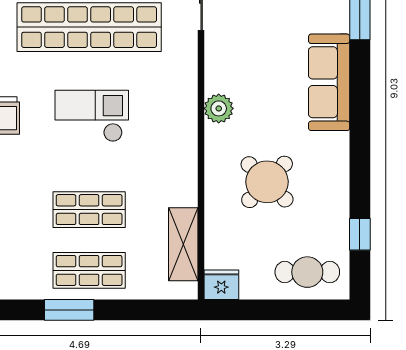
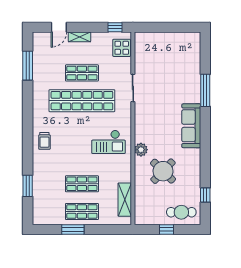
plant: (219, 108) -> (141, 150), moved
checkout: (92, 116) -> (108, 142), moved, turned 180
fridge: (221, 285) -> (142, 218), removed
window: (275, 310) -> (166, 229), added

